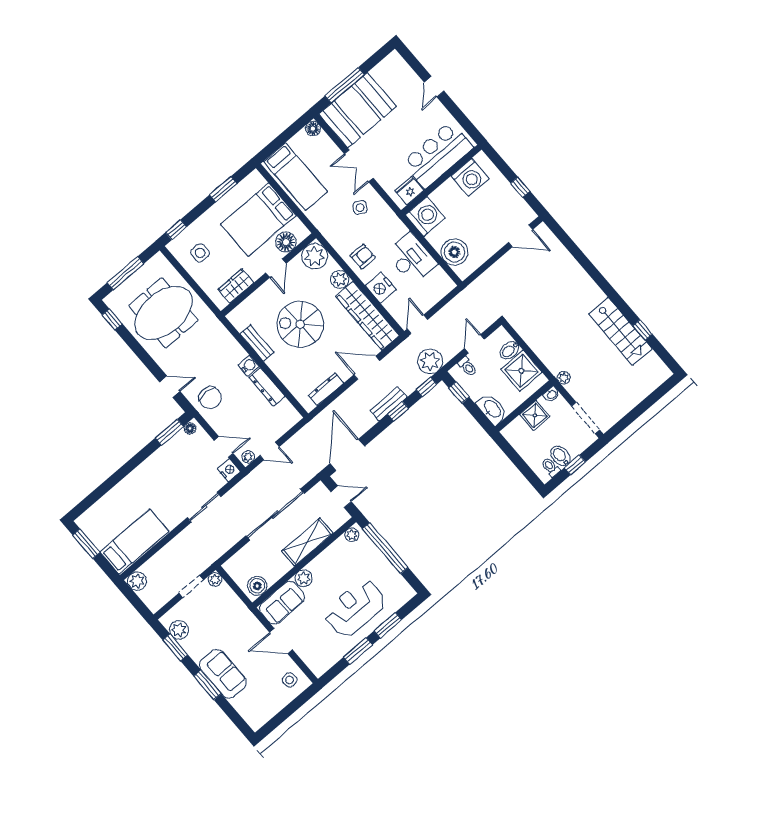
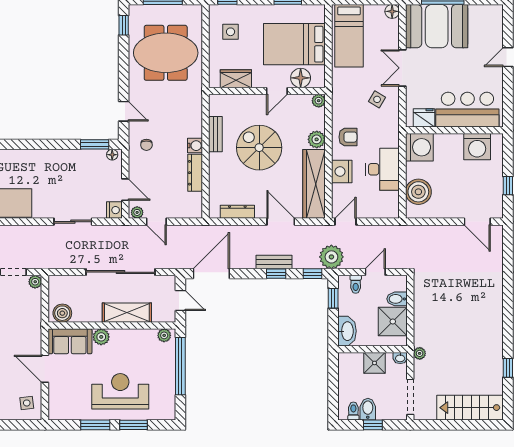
plant: (315, 256) -> (319, 101), width x0.53, depth x0.53
stairs: (620, 331) -> (470, 408), moved, turned 90
chair: (210, 398) -> (146, 145), width x0.54, depth x0.54

